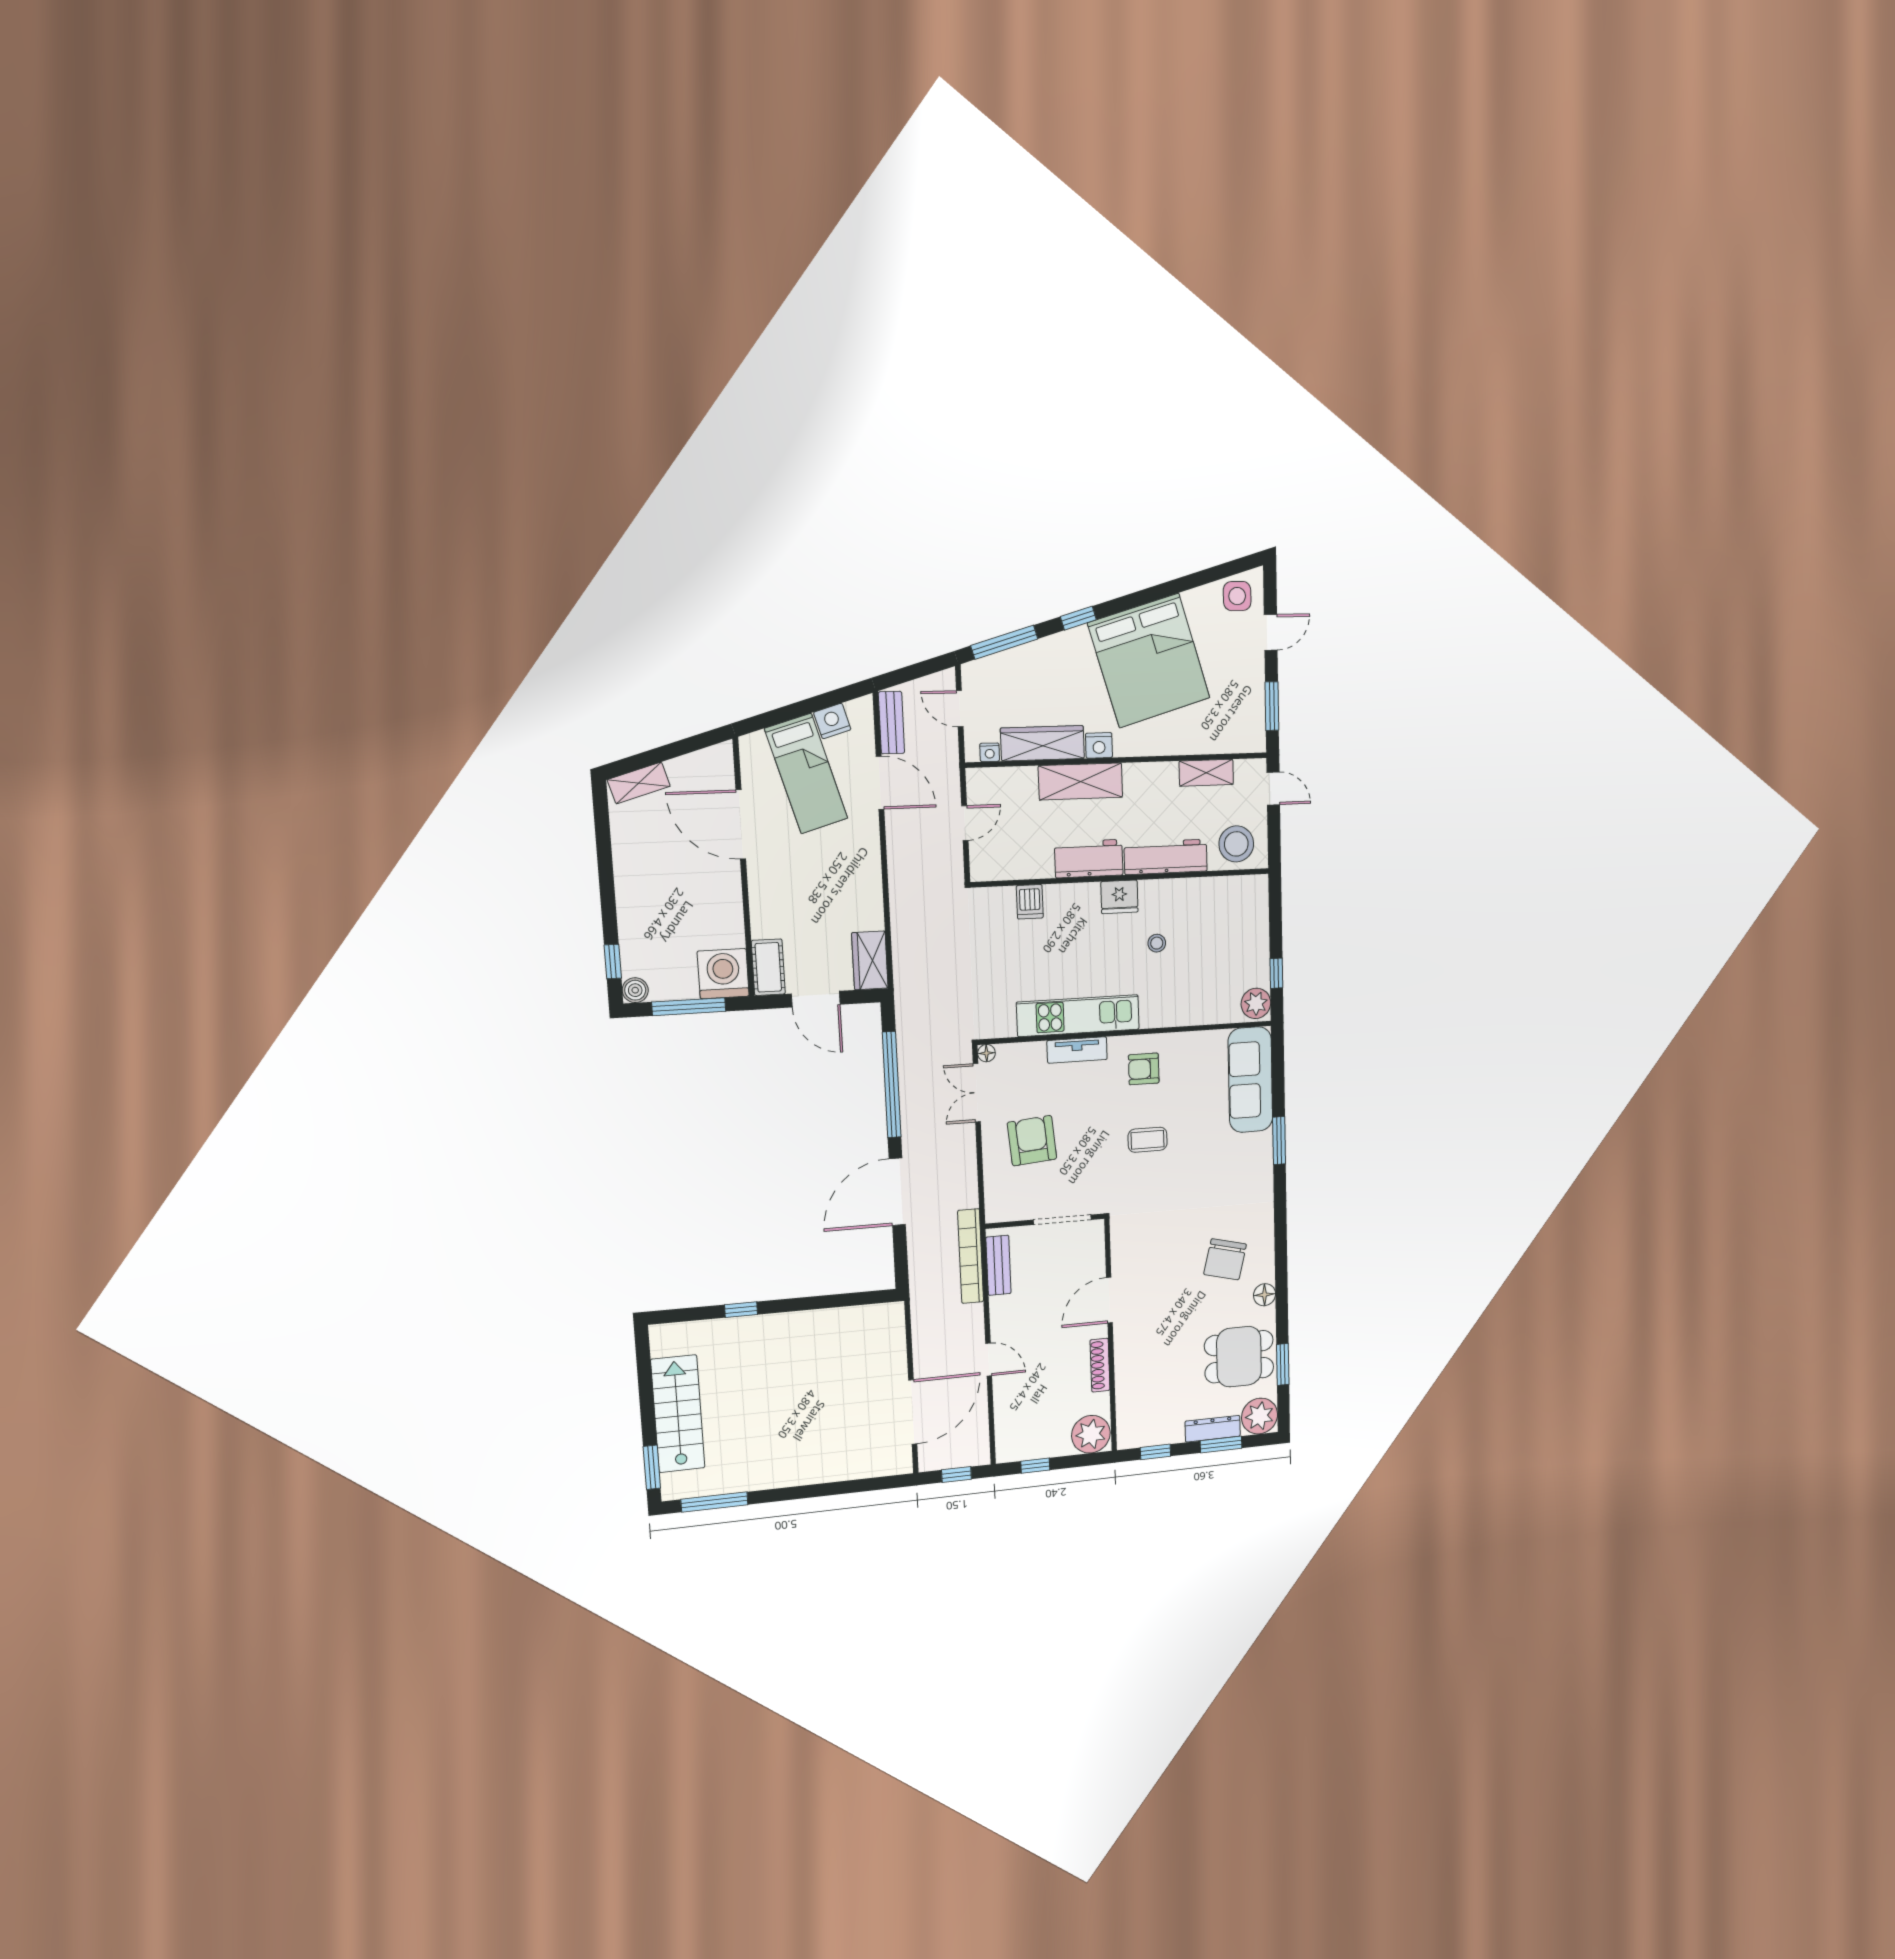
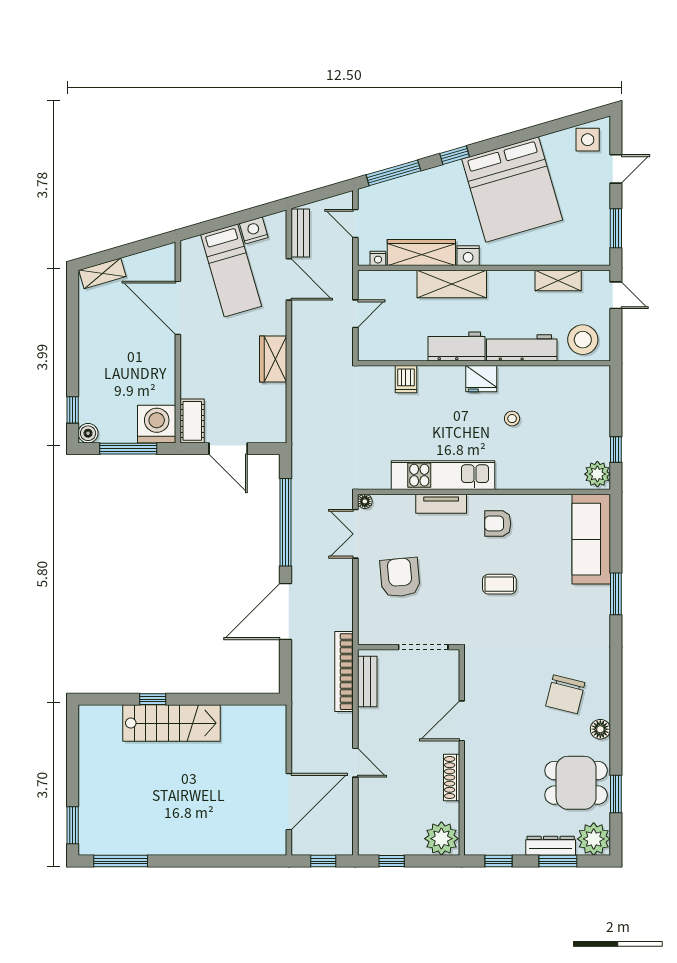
wardrobe: (870, 960) -> (273, 359), moved
stairs: (678, 1414) -> (171, 723), moved, turned 90

